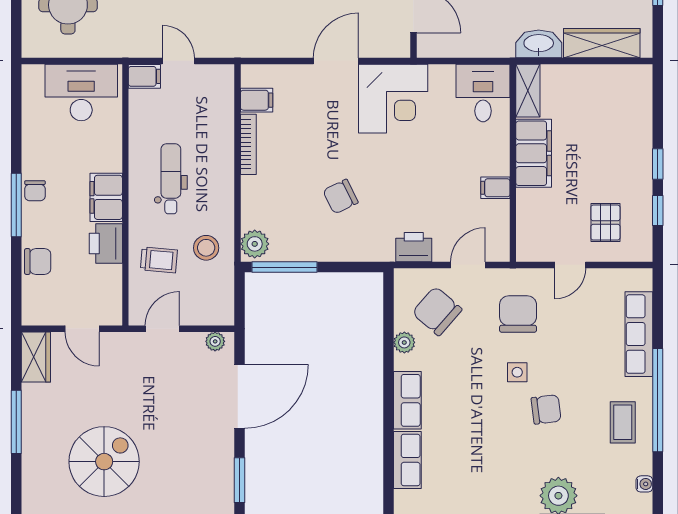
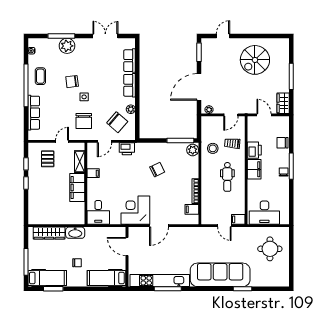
shelving: (528, 91) -> (80, 162), moved

